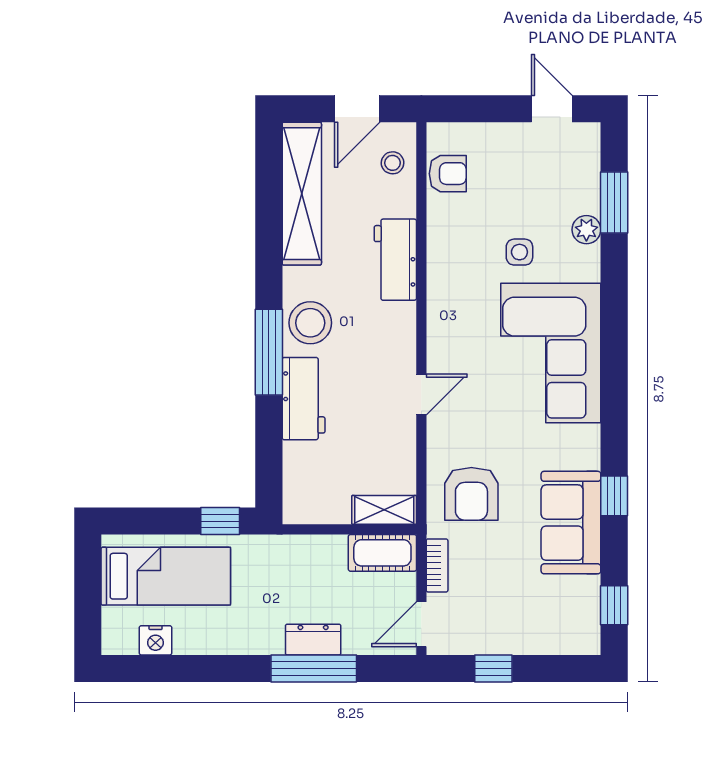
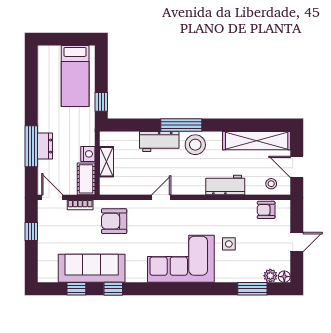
door: (552, 109) -> (297, 242), moved
floor lamp: (588, 135) -> (284, 277), added
armchair: (448, 174) -> (266, 210), turned 90
plant: (586, 230) -> (270, 276), moved
door: (421, 394) -> (161, 197), swing flipped
shelving: (384, 510) -> (106, 162), moved
sofa: (571, 523) -> (92, 268), width x1.36
window: (614, 605) -> (76, 289), moved
nightstand: (156, 640) -> (88, 154), moved, turned 180

